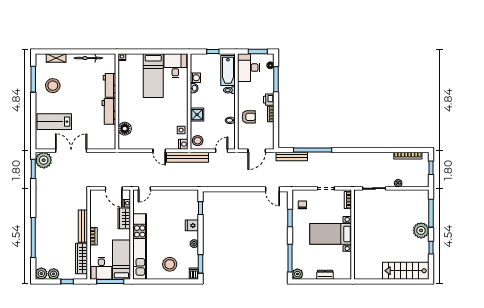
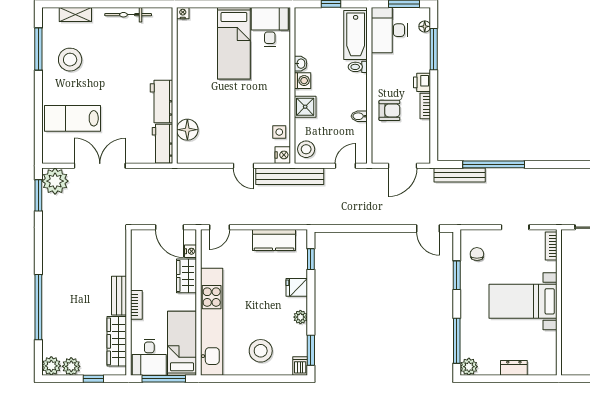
washing machine: (195, 78) -> (302, 81), moved
workbench: (109, 85) -> (162, 144), moved
kitchen counter: (178, 196) -> (274, 240), added
bench: (83, 226) -> (119, 296), width x0.73

